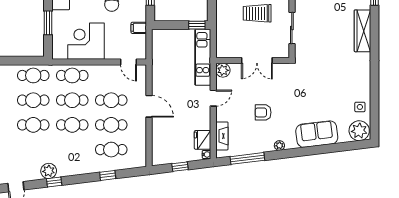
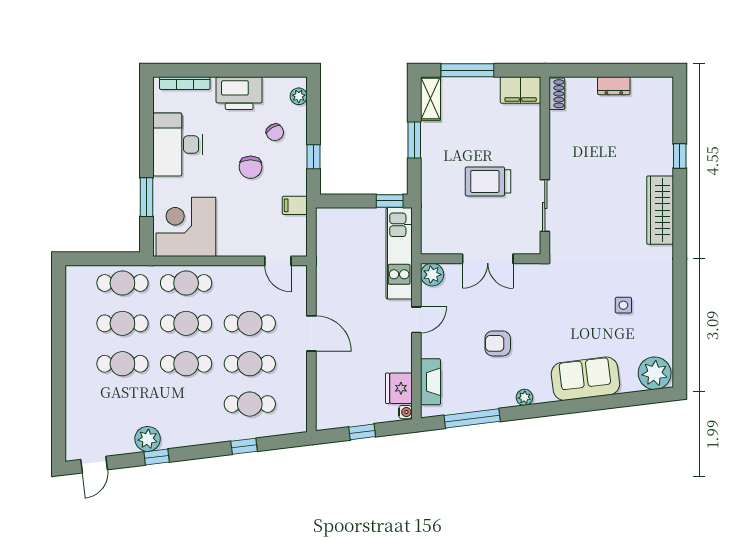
corner desk: (86, 41) -> (186, 227), moved
side table: (360, 107) -> (623, 305), moved

